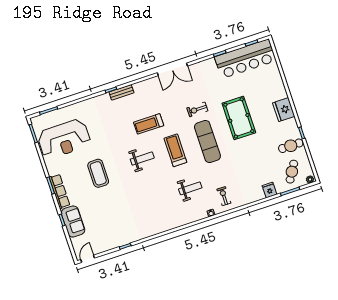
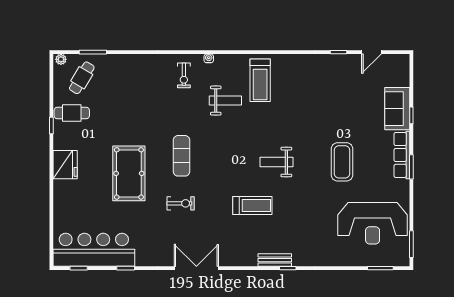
reception desk: (64, 139) -> (373, 223), turned 180
exercise mat: (207, 142) -> (182, 156), width x0.73, depth x0.69
treadmill: (175, 150) -> (260, 80), moved
weight bench: (190, 188) -> (225, 101), turned 180
fridge: (269, 190) -> (120, 63), removed
door: (88, 259) -> (372, 52), moved

